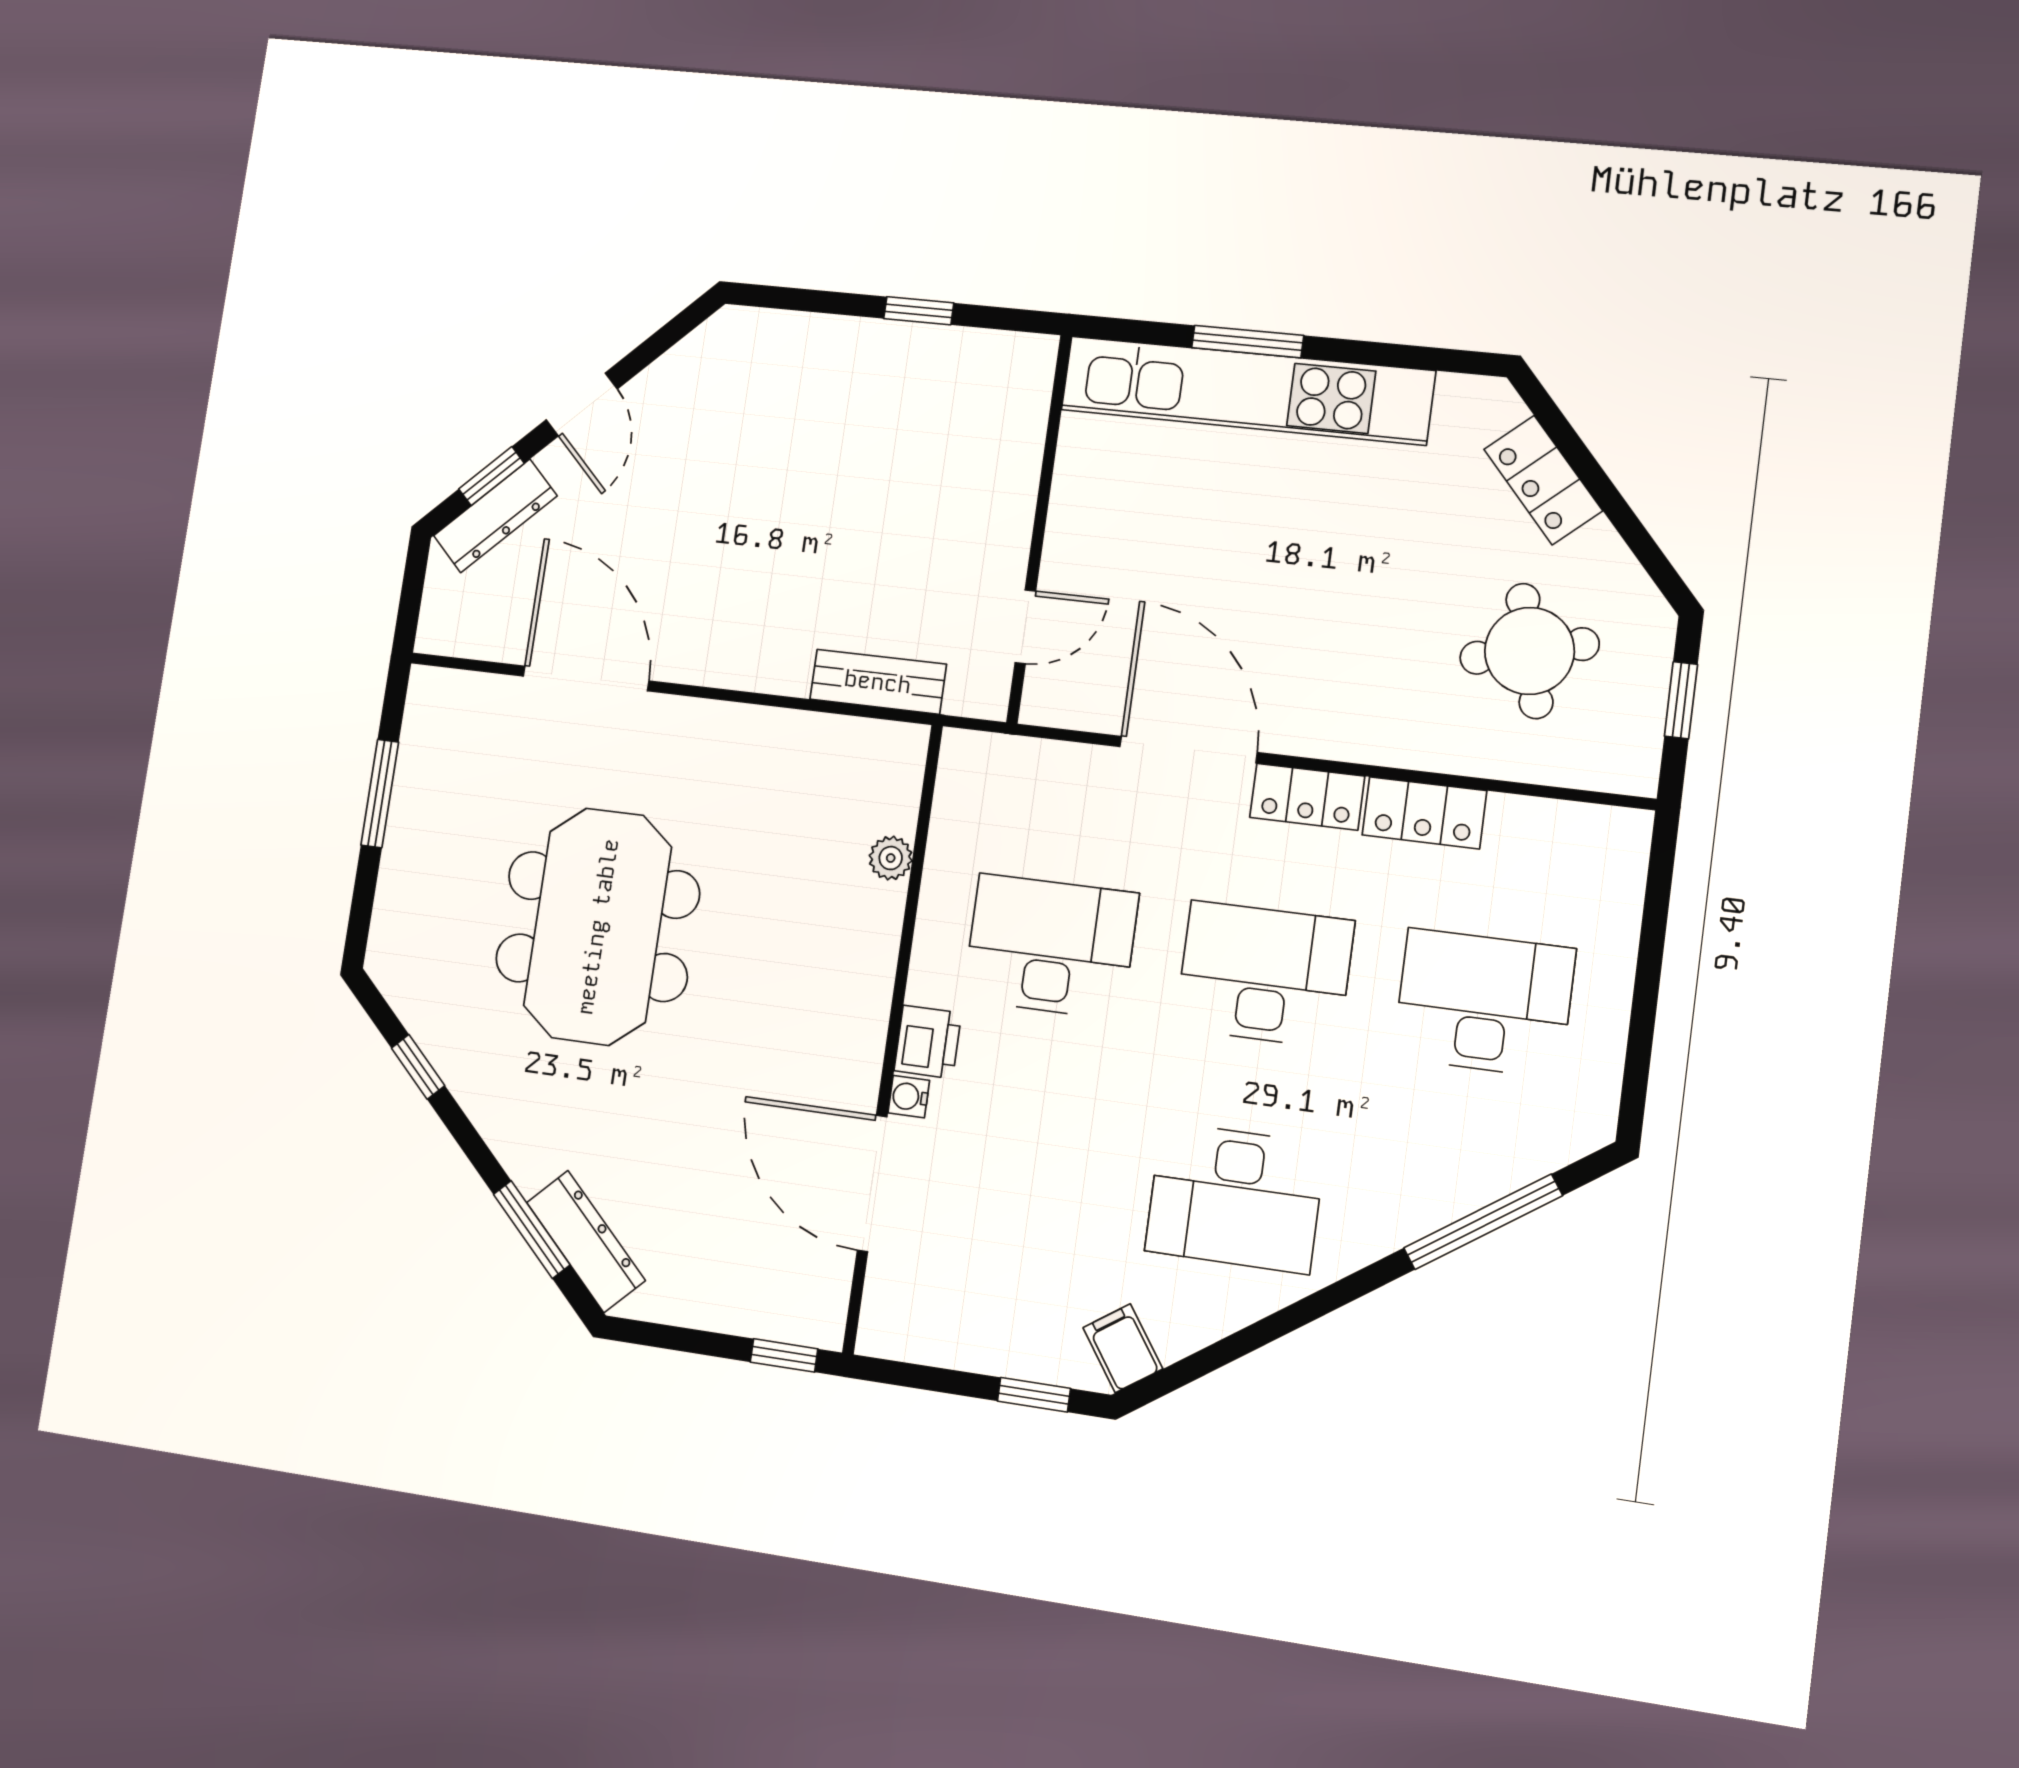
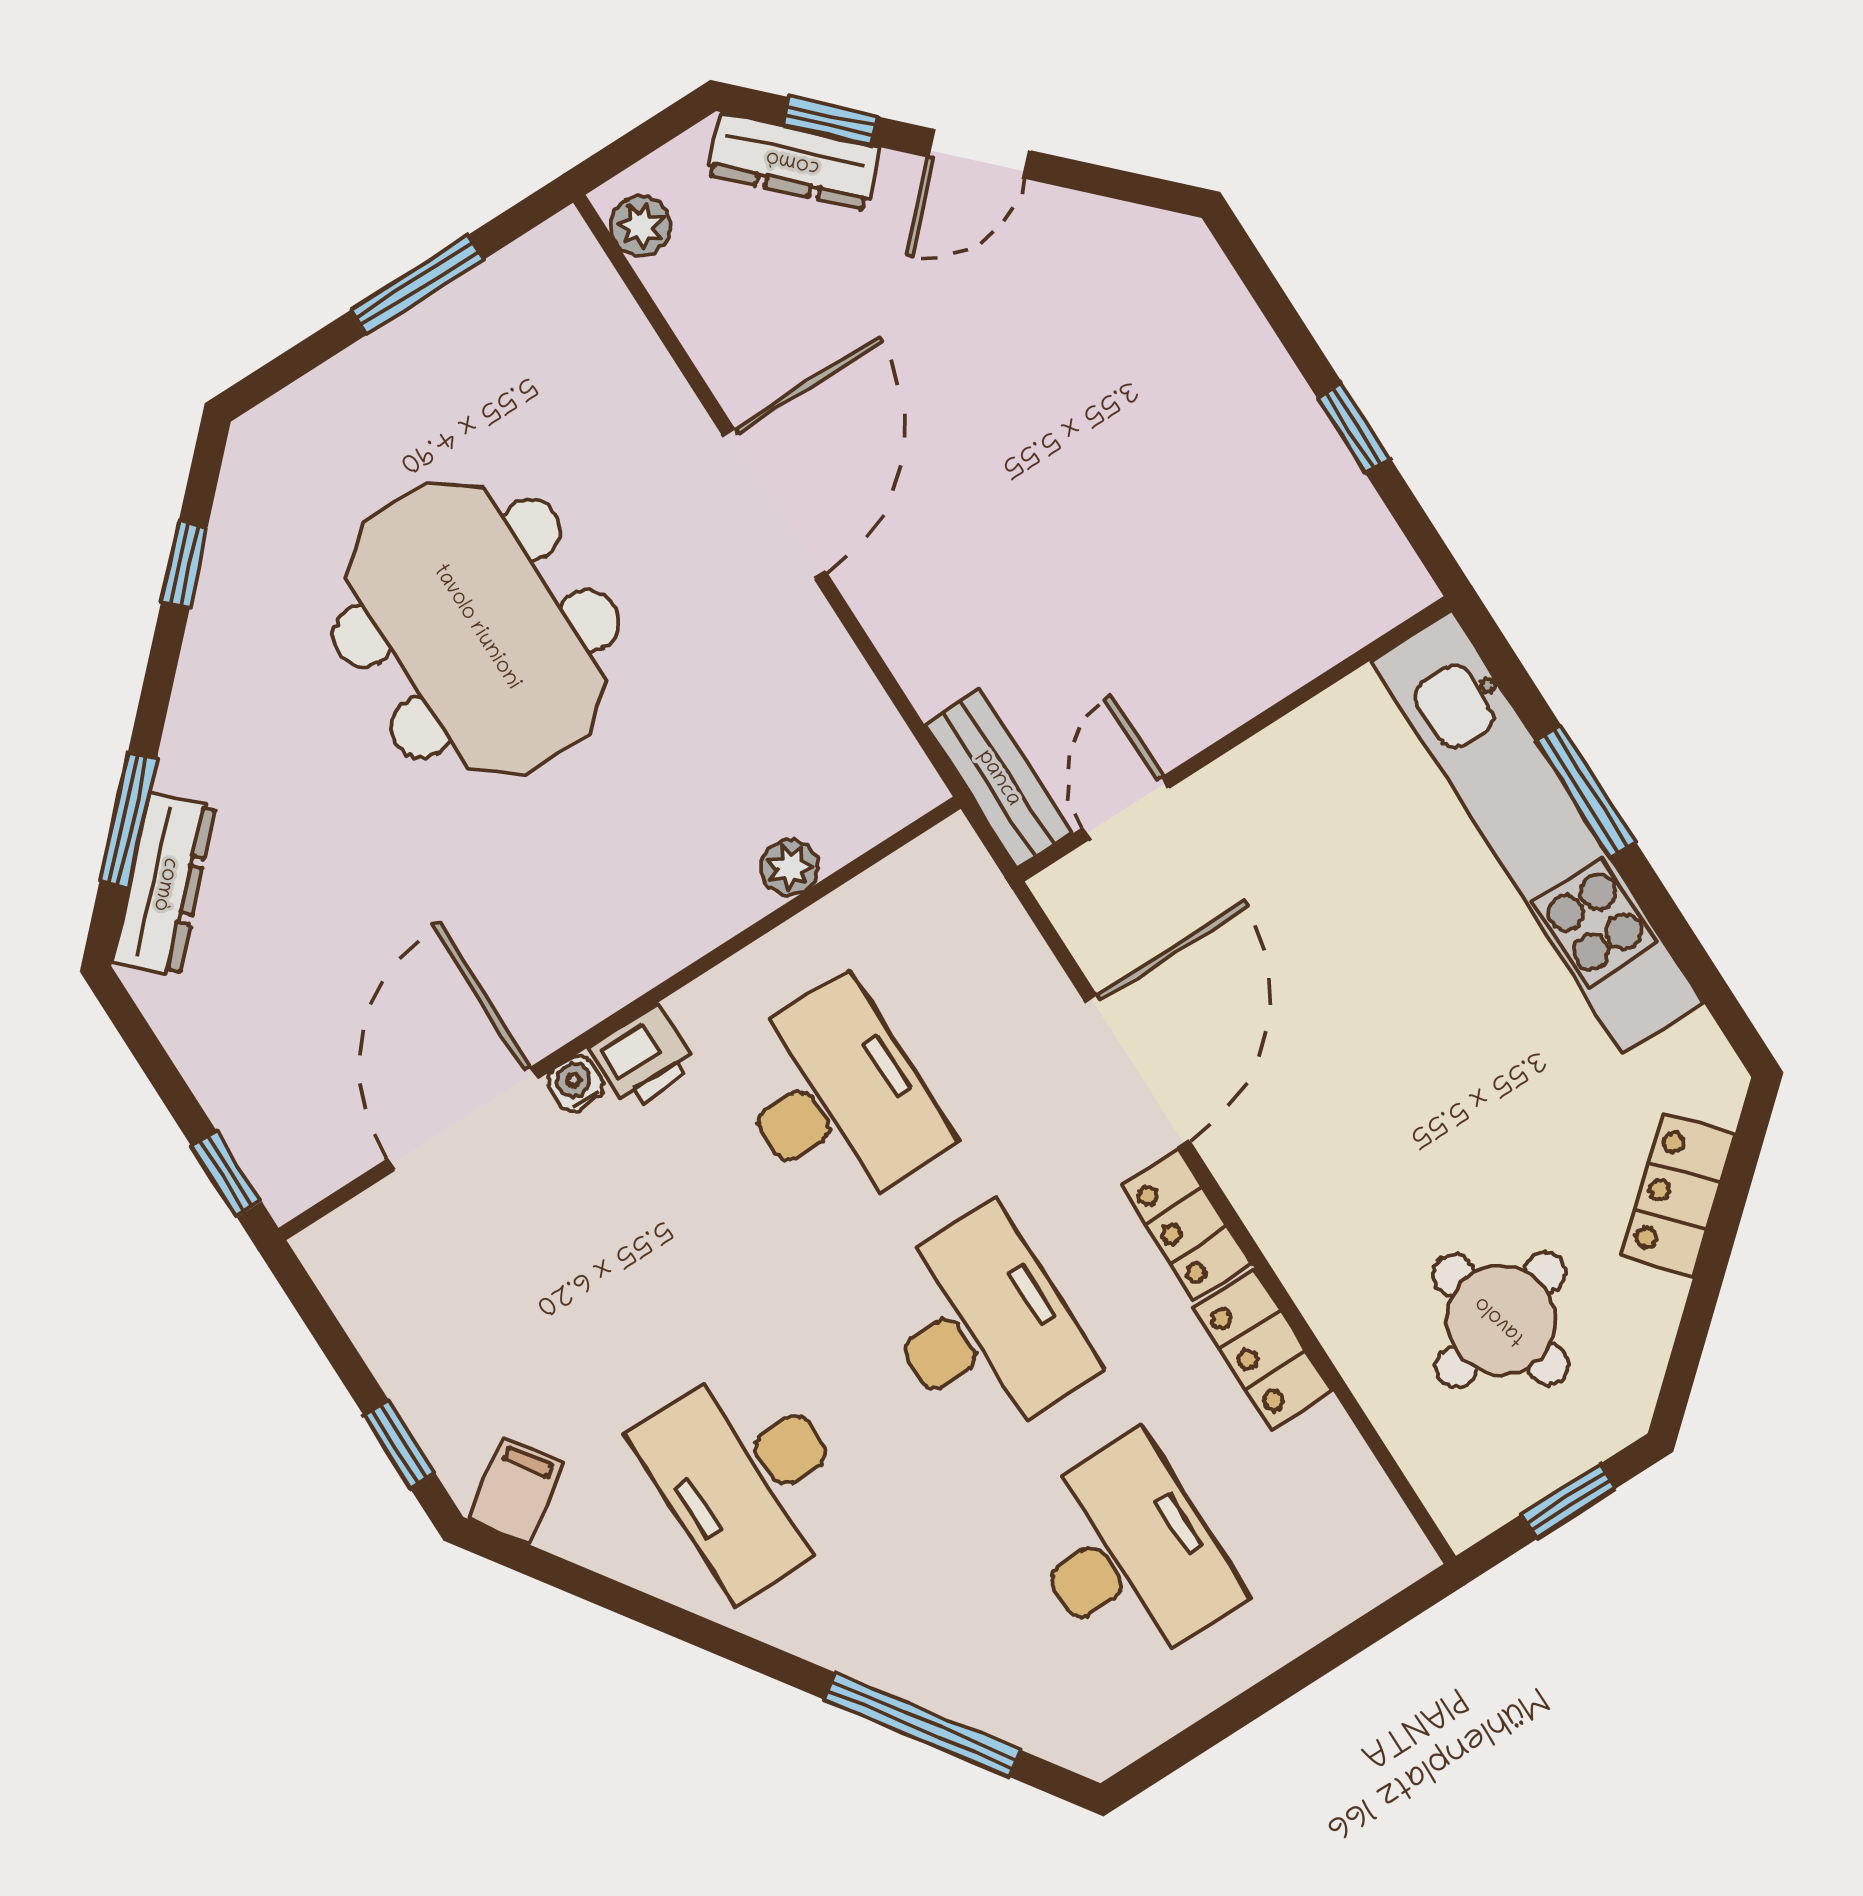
door: (1025, 627) -> (1126, 808), swing flipped
plant: (457, 635) -> (641, 226), added
door: (586, 678) -> (775, 504), moved
bench: (878, 682) -> (998, 779), moved
meeting table: (598, 926) -> (476, 628), turned 90

